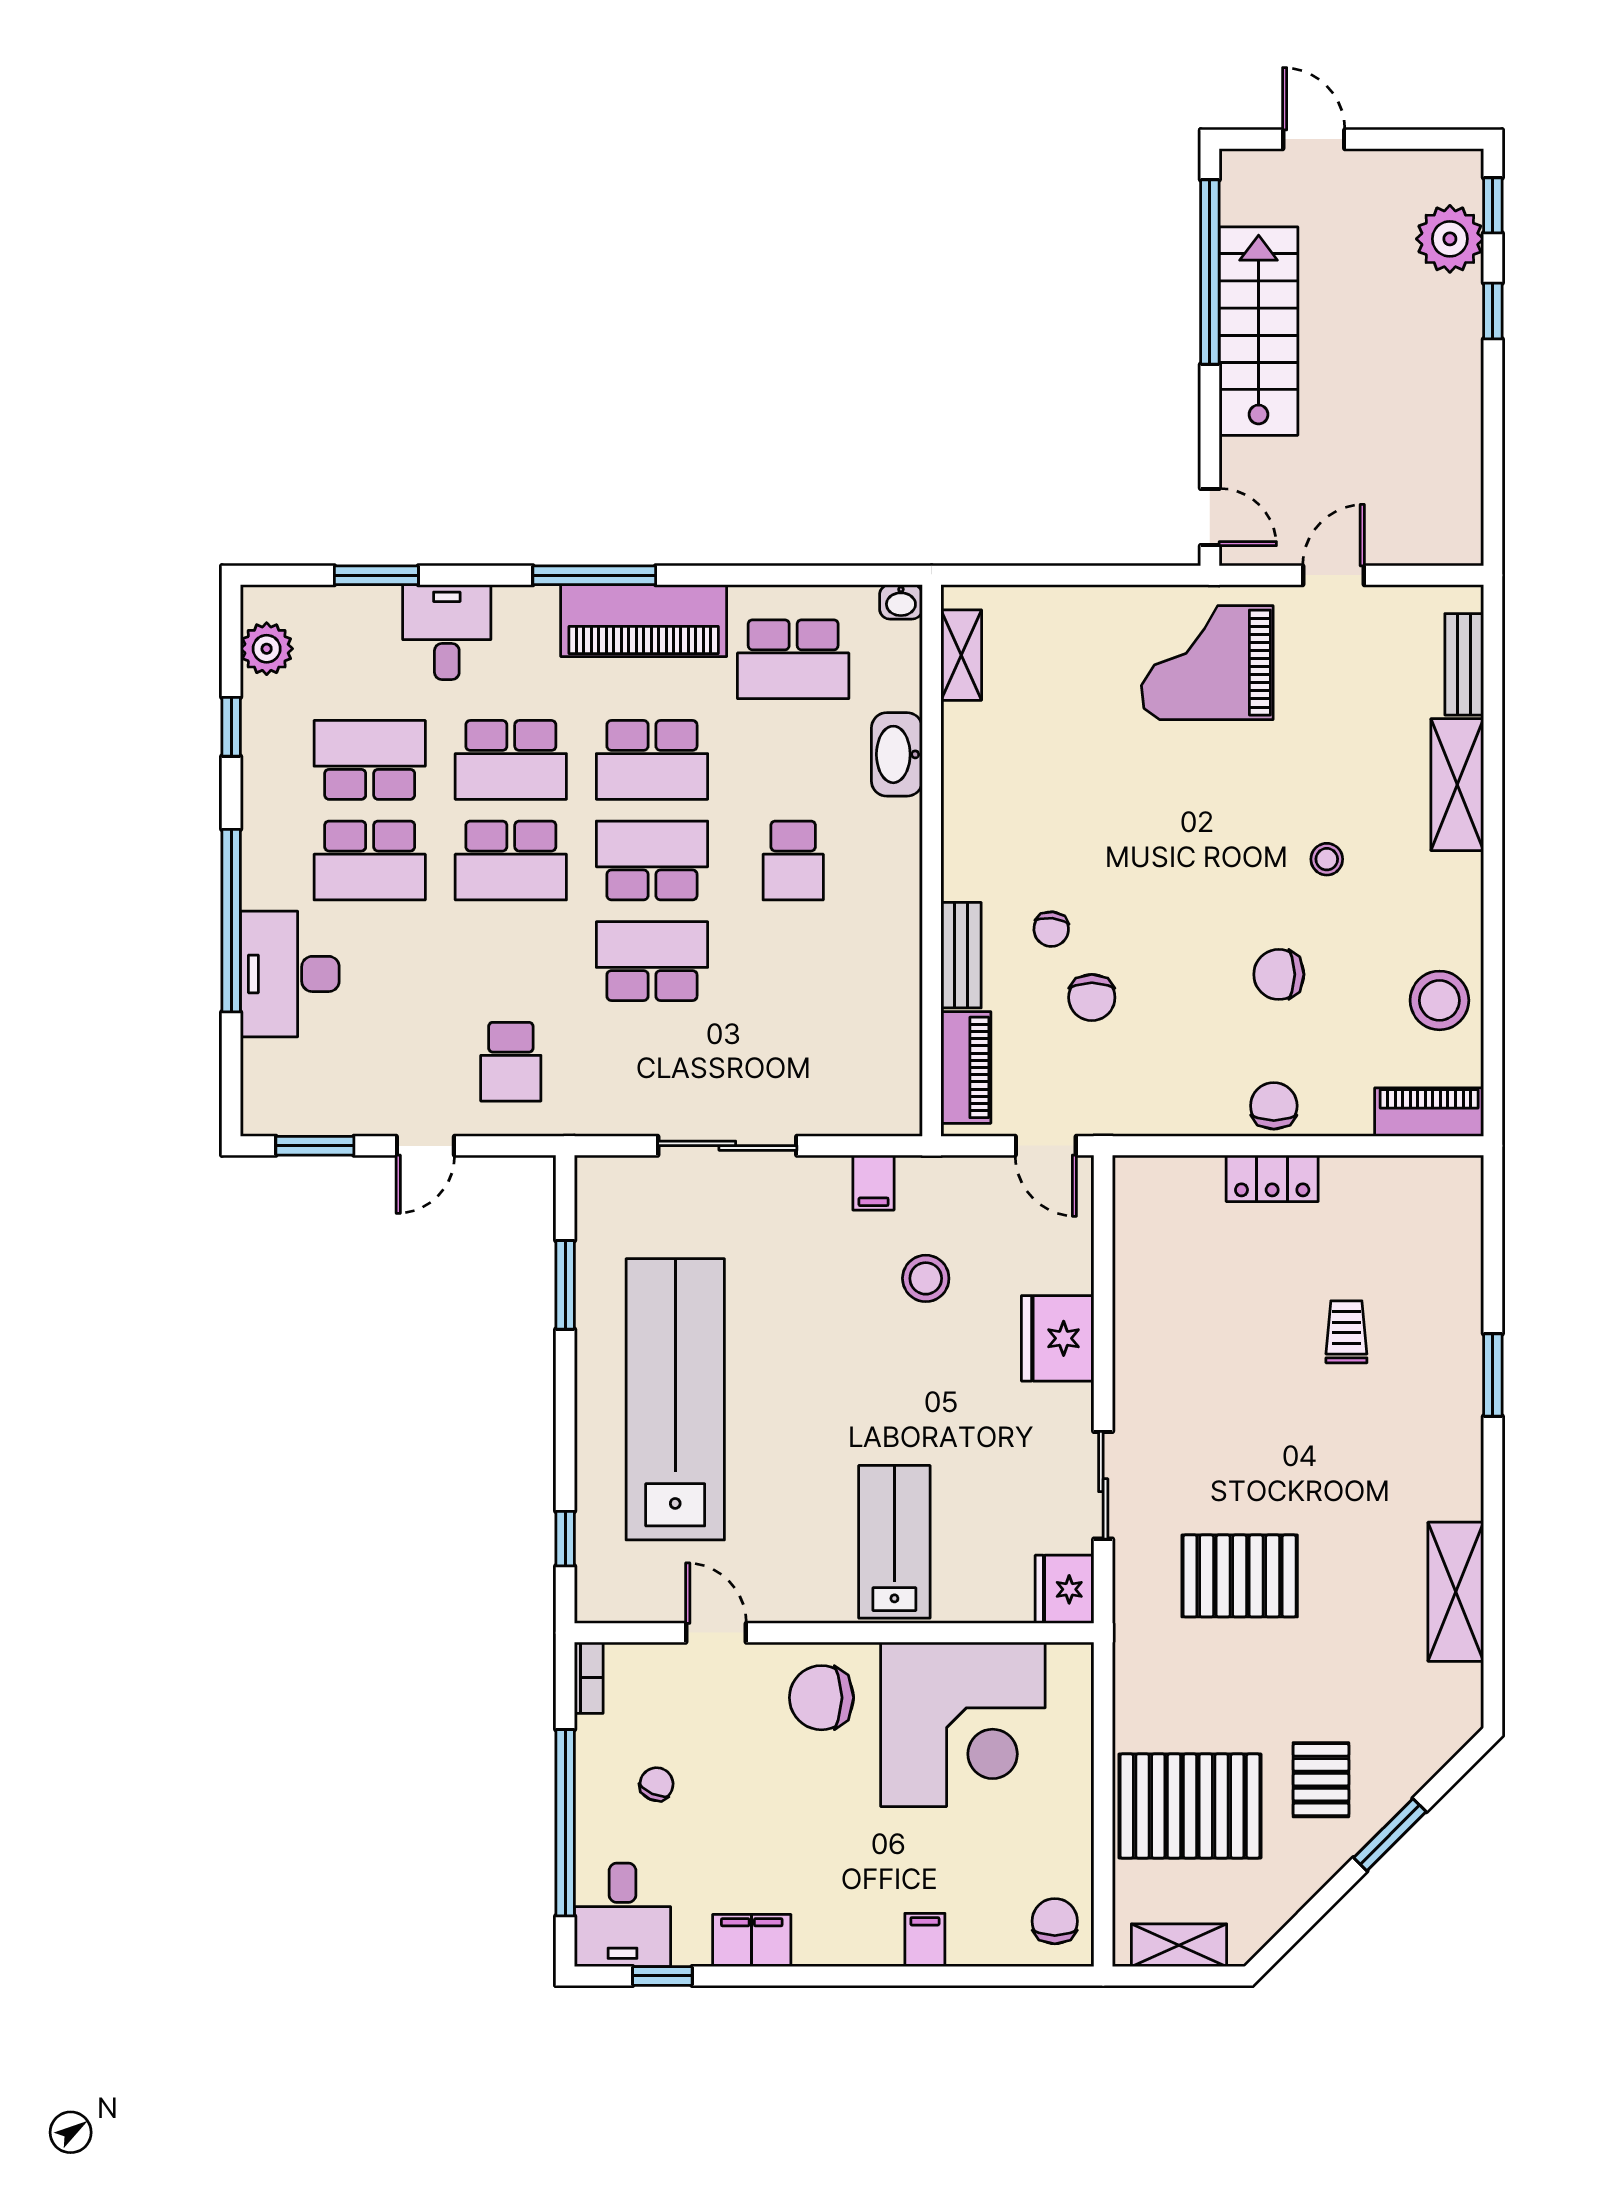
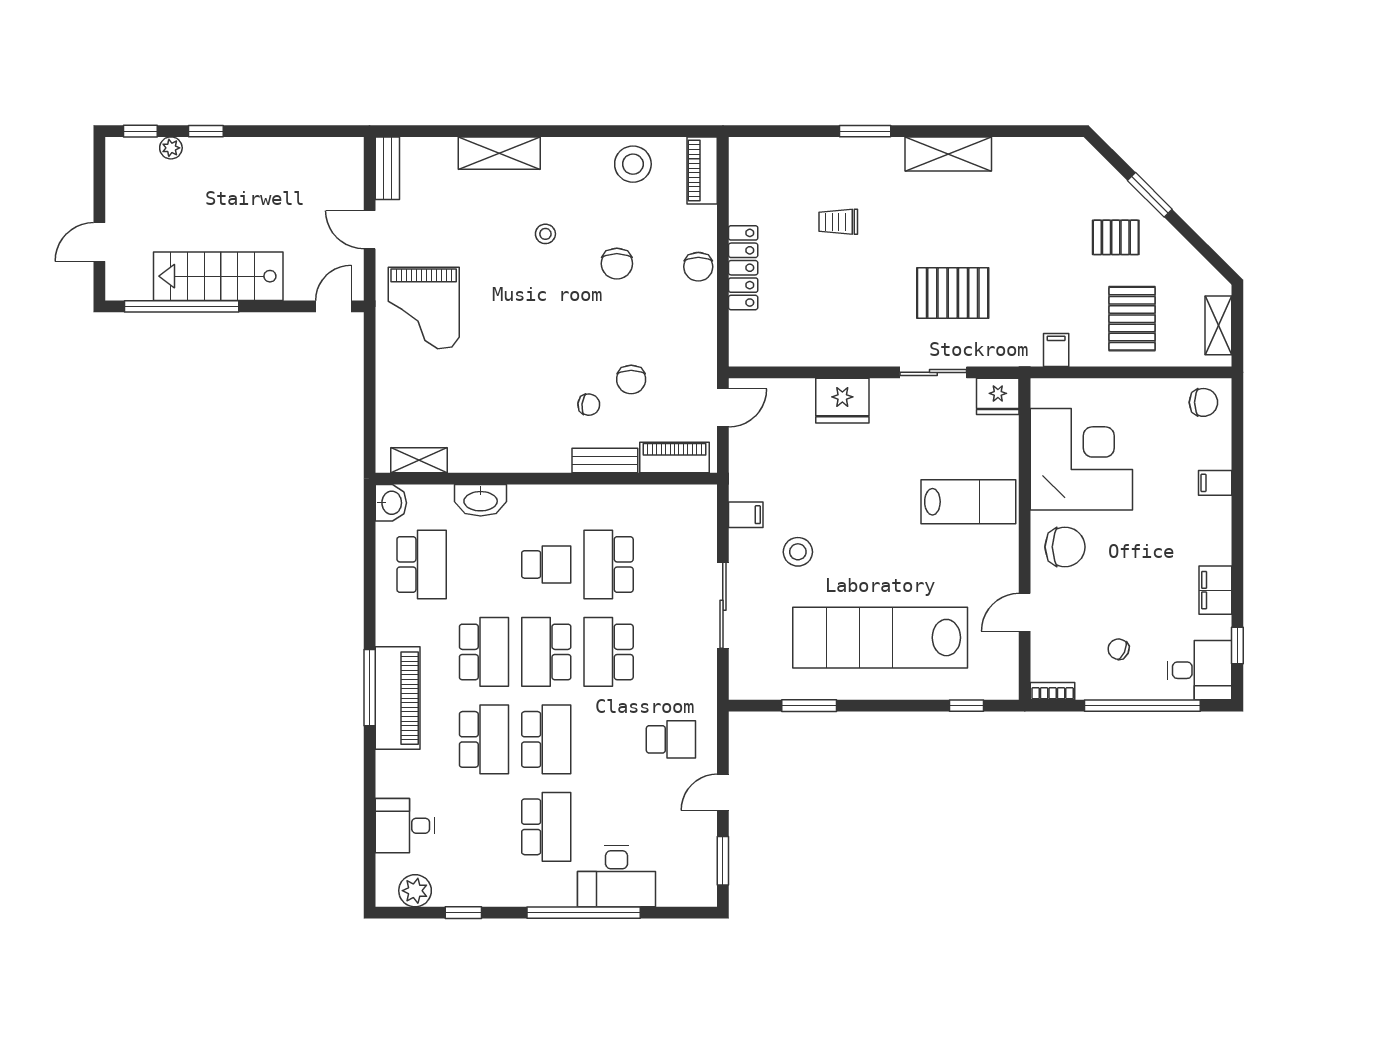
plant: (1450, 239) -> (171, 148), width x0.53, depth x0.53
window: (376, 575) -> (370, 823), removed
washbasin: (901, 602) -> (391, 503), width x1.38, depth x1.45
piano: (644, 621) -> (398, 698), moved
desk: (447, 632) -> (405, 826), moved
bench: (1464, 664) -> (387, 168), moved, turned 90
school desk: (370, 760) -> (609, 564), moved
chair: (1092, 997) -> (631, 379), turned 90
chair: (1274, 1106) -> (698, 267), turned -90
door: (425, 1146) -> (723, 792), swing flipped
locker: (1272, 1178) -> (743, 268), width x1.53
stool: (926, 1278) -> (798, 552), moved
lab bench: (894, 1542) -> (968, 502), turned 180
pallet: (1240, 1576) -> (953, 293), moved, turned 90
shelving: (1456, 1592) -> (948, 154), moved
filing cabinet: (1139, 1683) -> (1056, 350), added
chair: (821, 1698) -> (1065, 547), turned -90
pallet: (1190, 1806) -> (1132, 319), width x0.73, depth x0.71
chair: (1055, 1921) -> (1203, 402), turned 180

